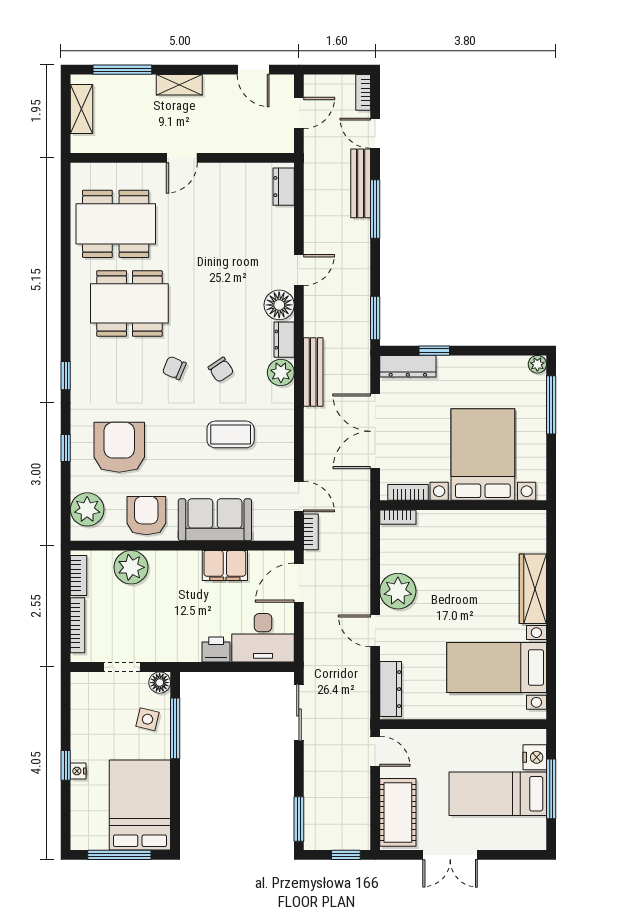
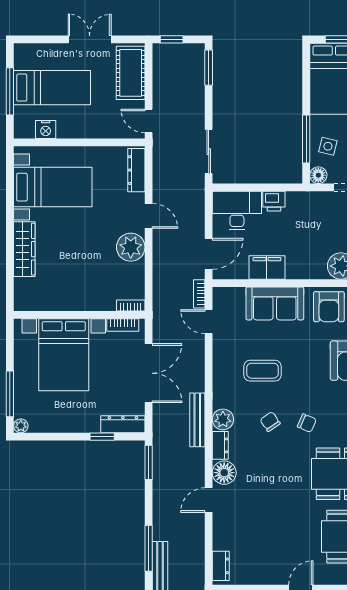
nightstand: (535, 757) -> (46, 130), moved, turned -90

